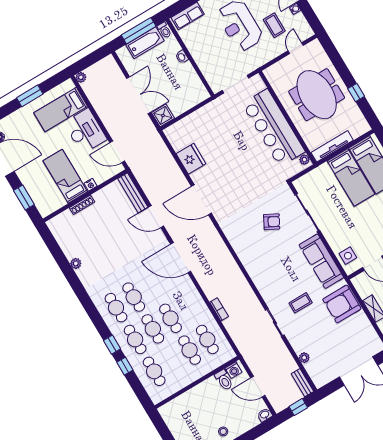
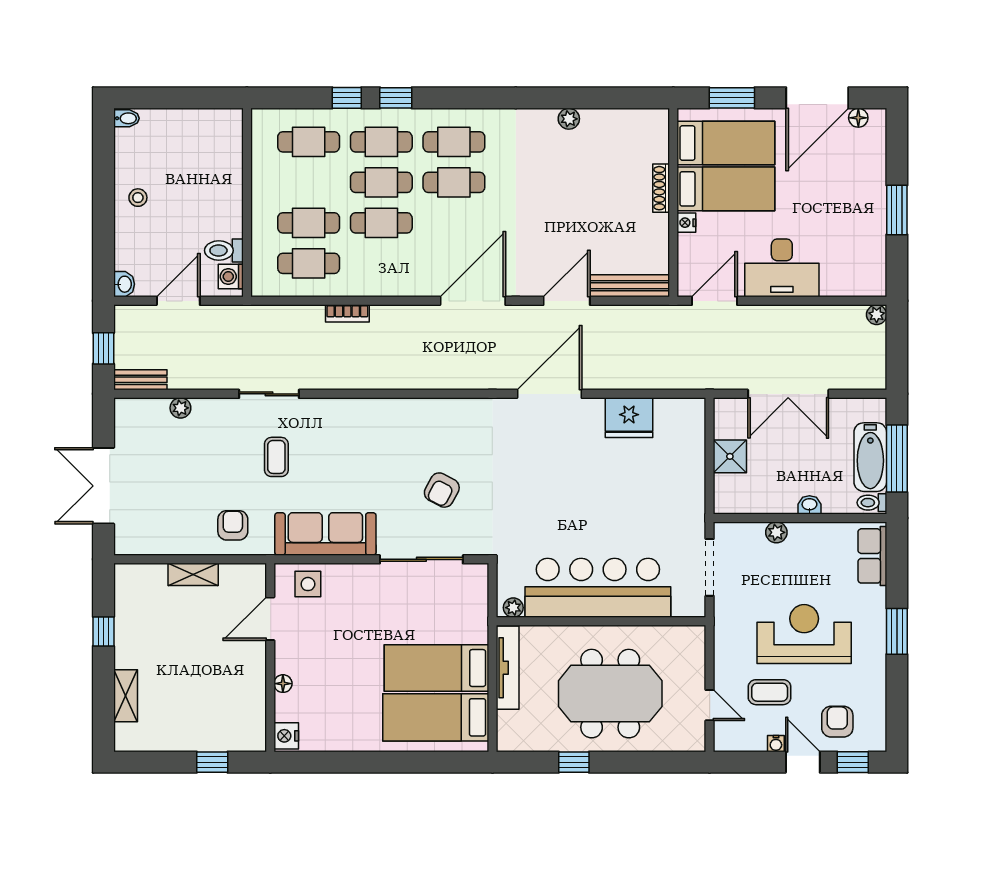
plant: (203, 64) -> (776, 532), added
bed: (61, 110) -> (726, 143), moved, turned 90
shower: (163, 115) -> (730, 456), moved
armchair: (342, 304) -> (233, 525), width x0.53, depth x0.53

